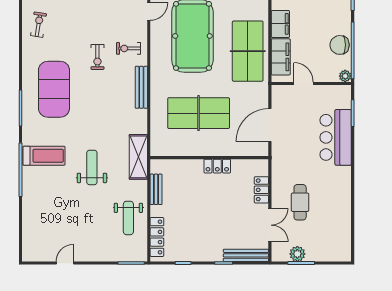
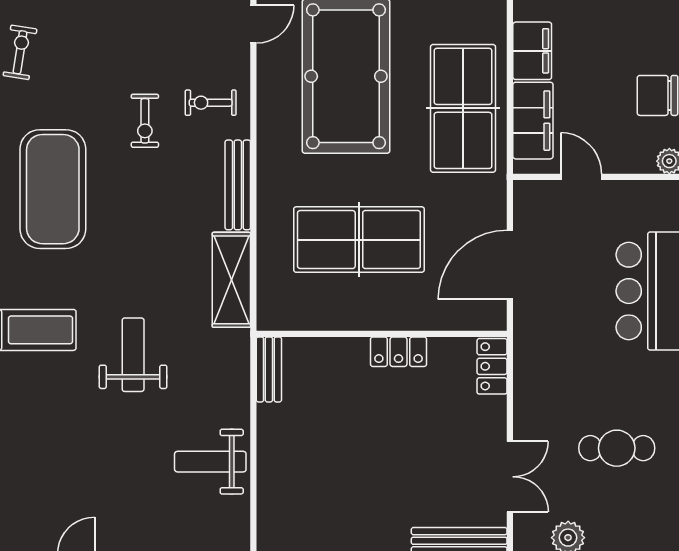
shelving: (138, 157) -> (231, 280), moved
bench: (156, 189) -> (269, 369), moved
locker: (261, 190) -> (492, 366), moved
cafe table: (300, 202) -> (617, 448), moved, turned 90
weight bench: (128, 218) -> (210, 462), turned 90
locker: (157, 237) -> (271, 502), removed

